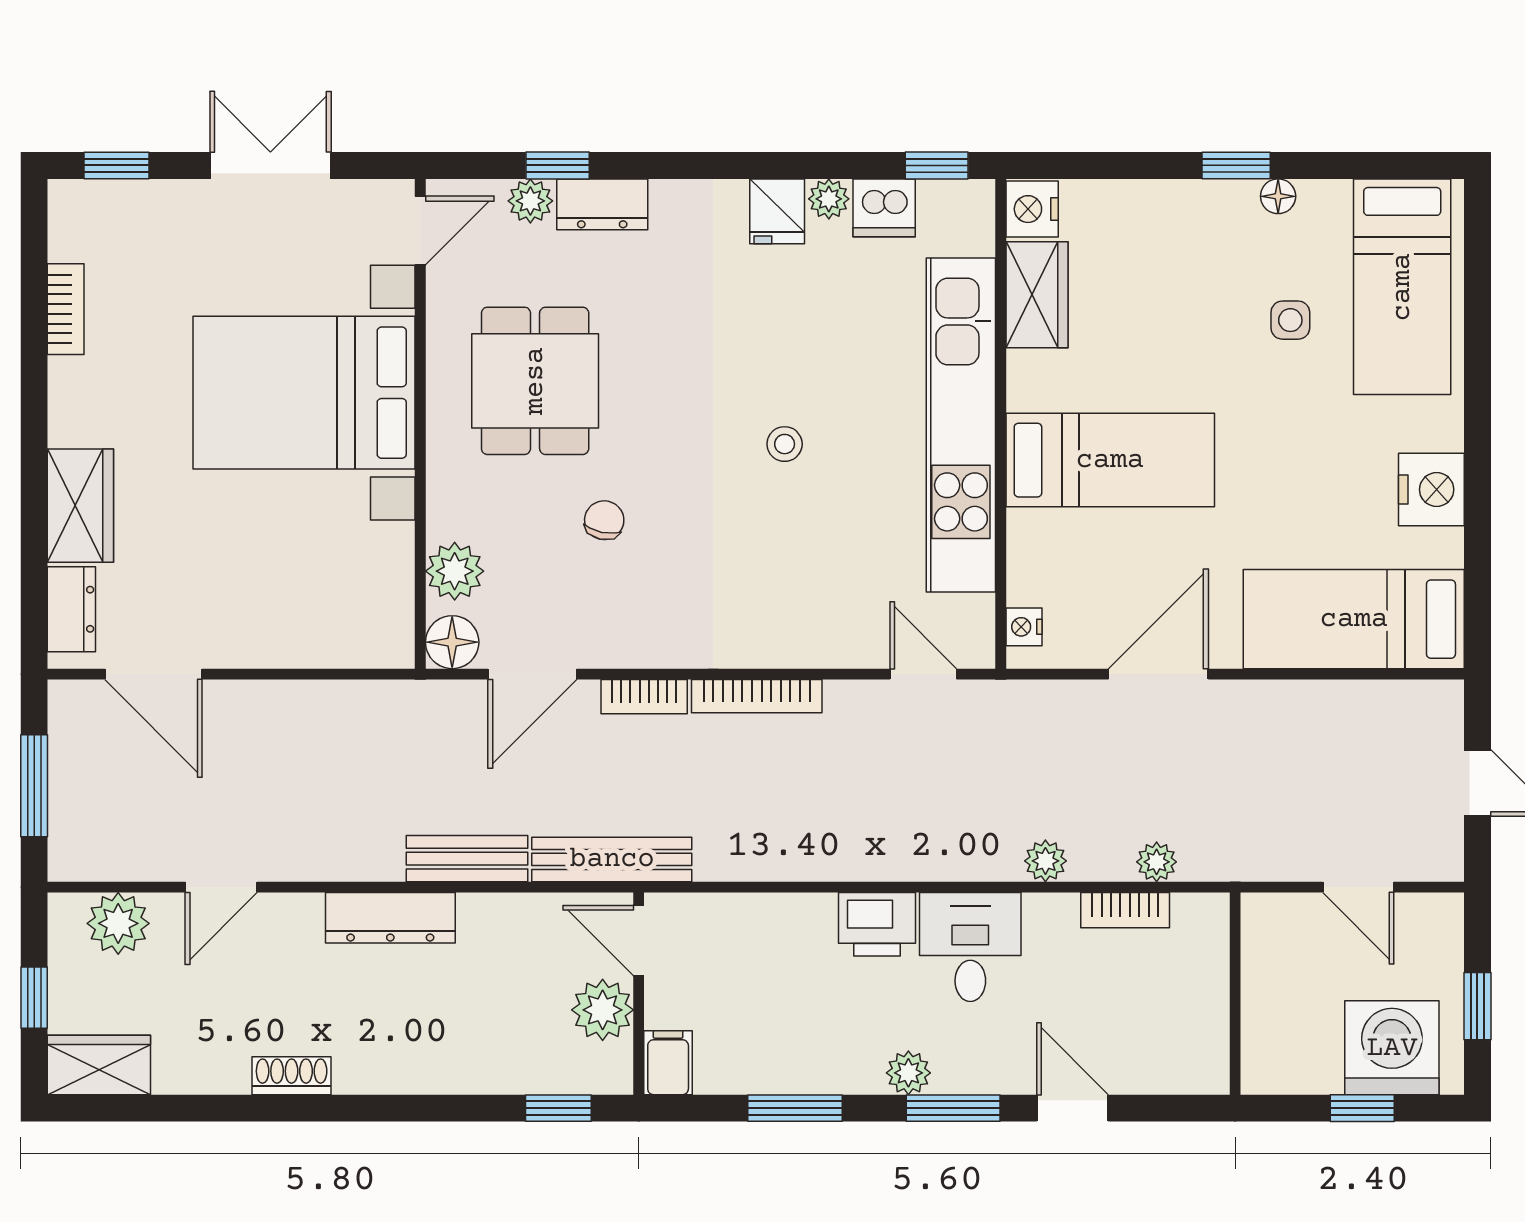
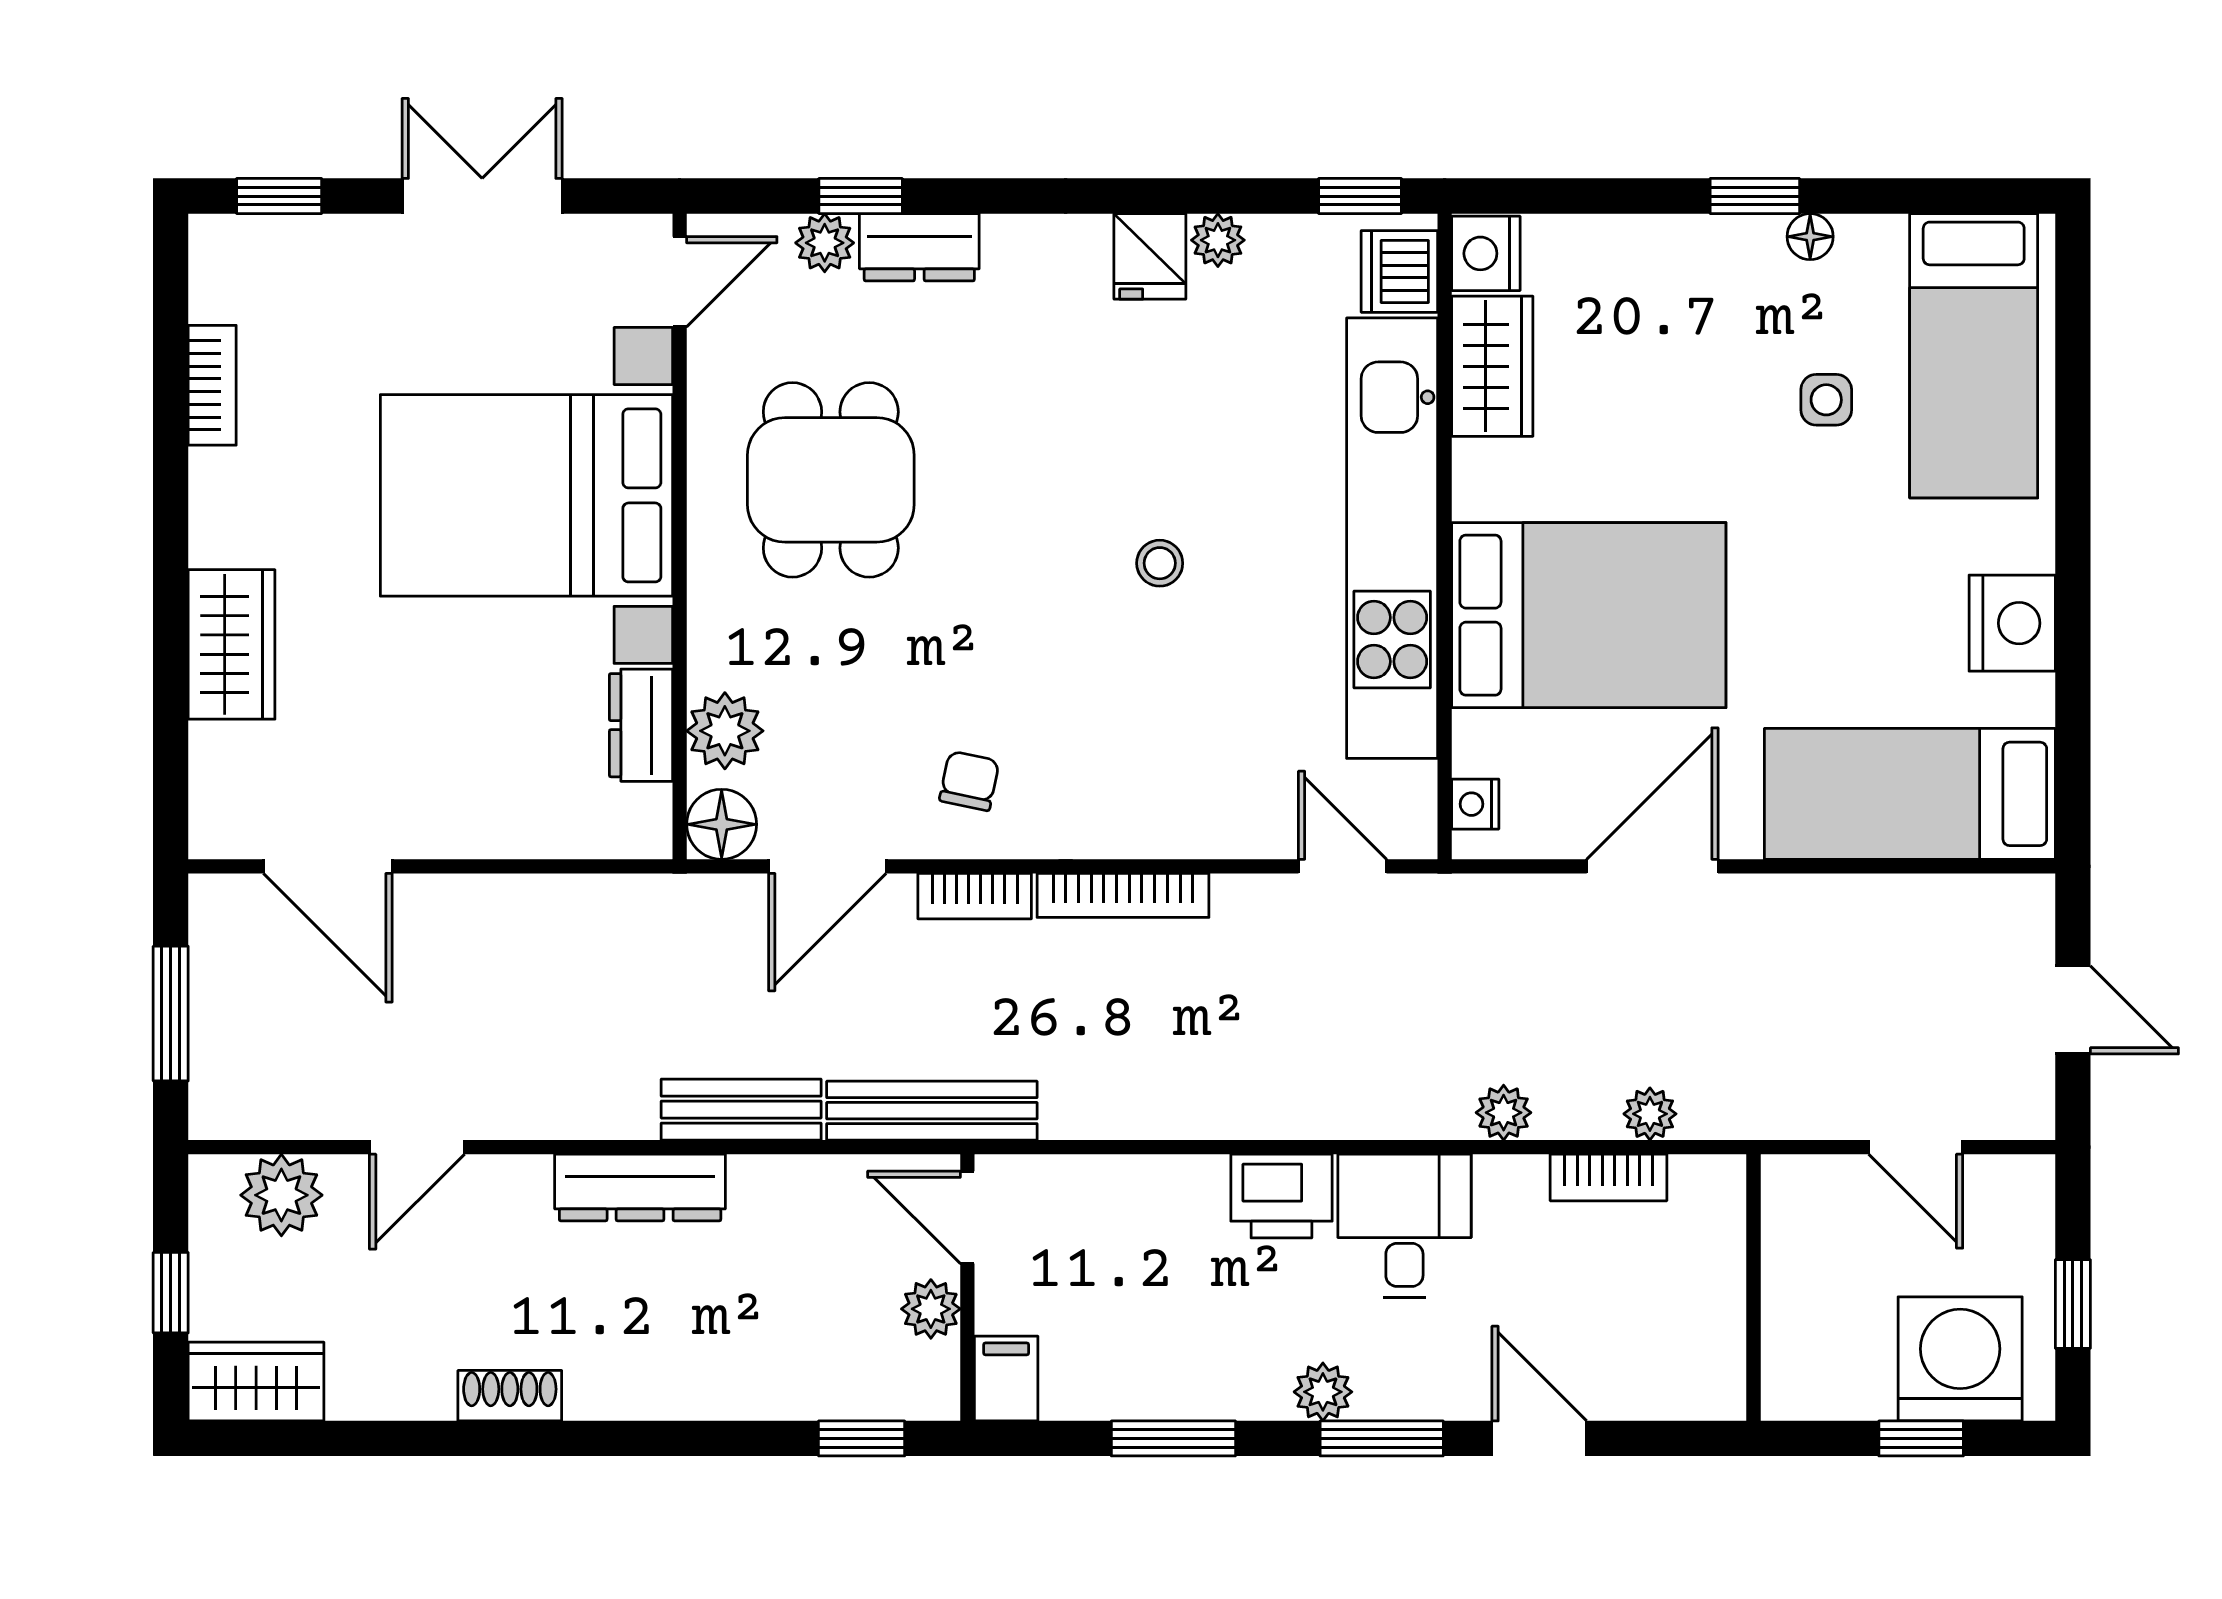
dishwasher: (884, 208) -> (1399, 271), moved, turned 90
bed: (1110, 460) -> (1589, 615), width x1.50
chair: (604, 520) -> (969, 781), moved
dresser: (71, 609) -> (641, 725), moved, turned 180
plant: (603, 1010) -> (931, 1309), width x0.73, depth x0.73

